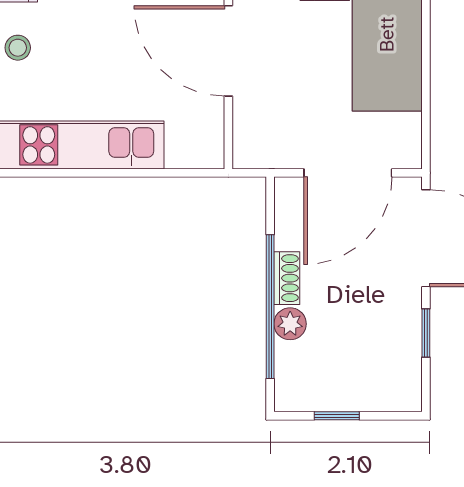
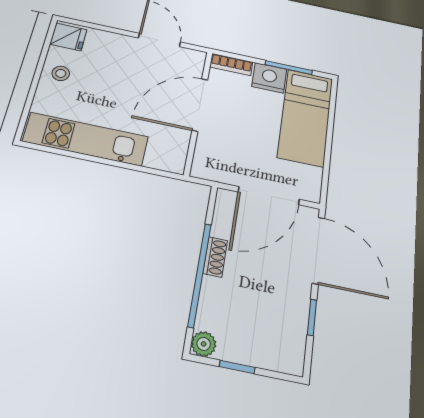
door: (228, 51) -> (200, 105), hinge flipped
plant: (290, 324) -> (204, 344), moved

